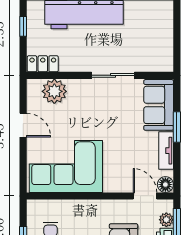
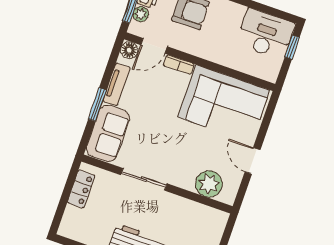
locker: (43, 64) -> (81, 189), moved, turned -90
bookcase: (117, 187) -> (179, 65), added
door: (145, 196) -> (154, 46), hinge flipped

